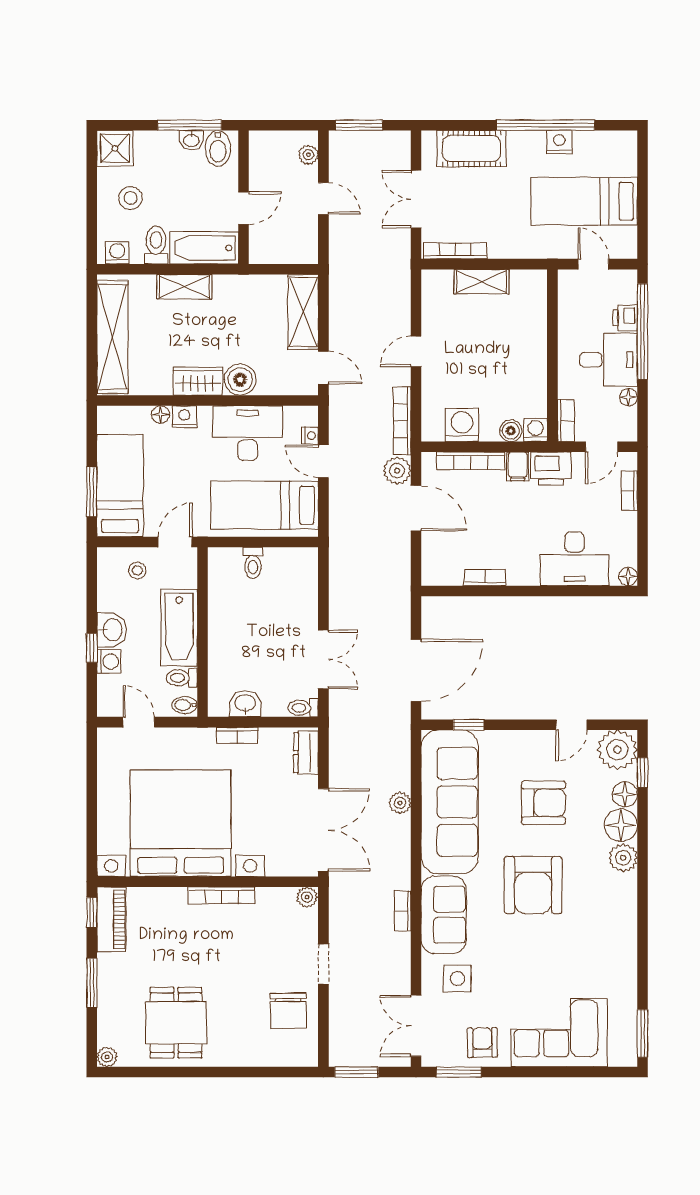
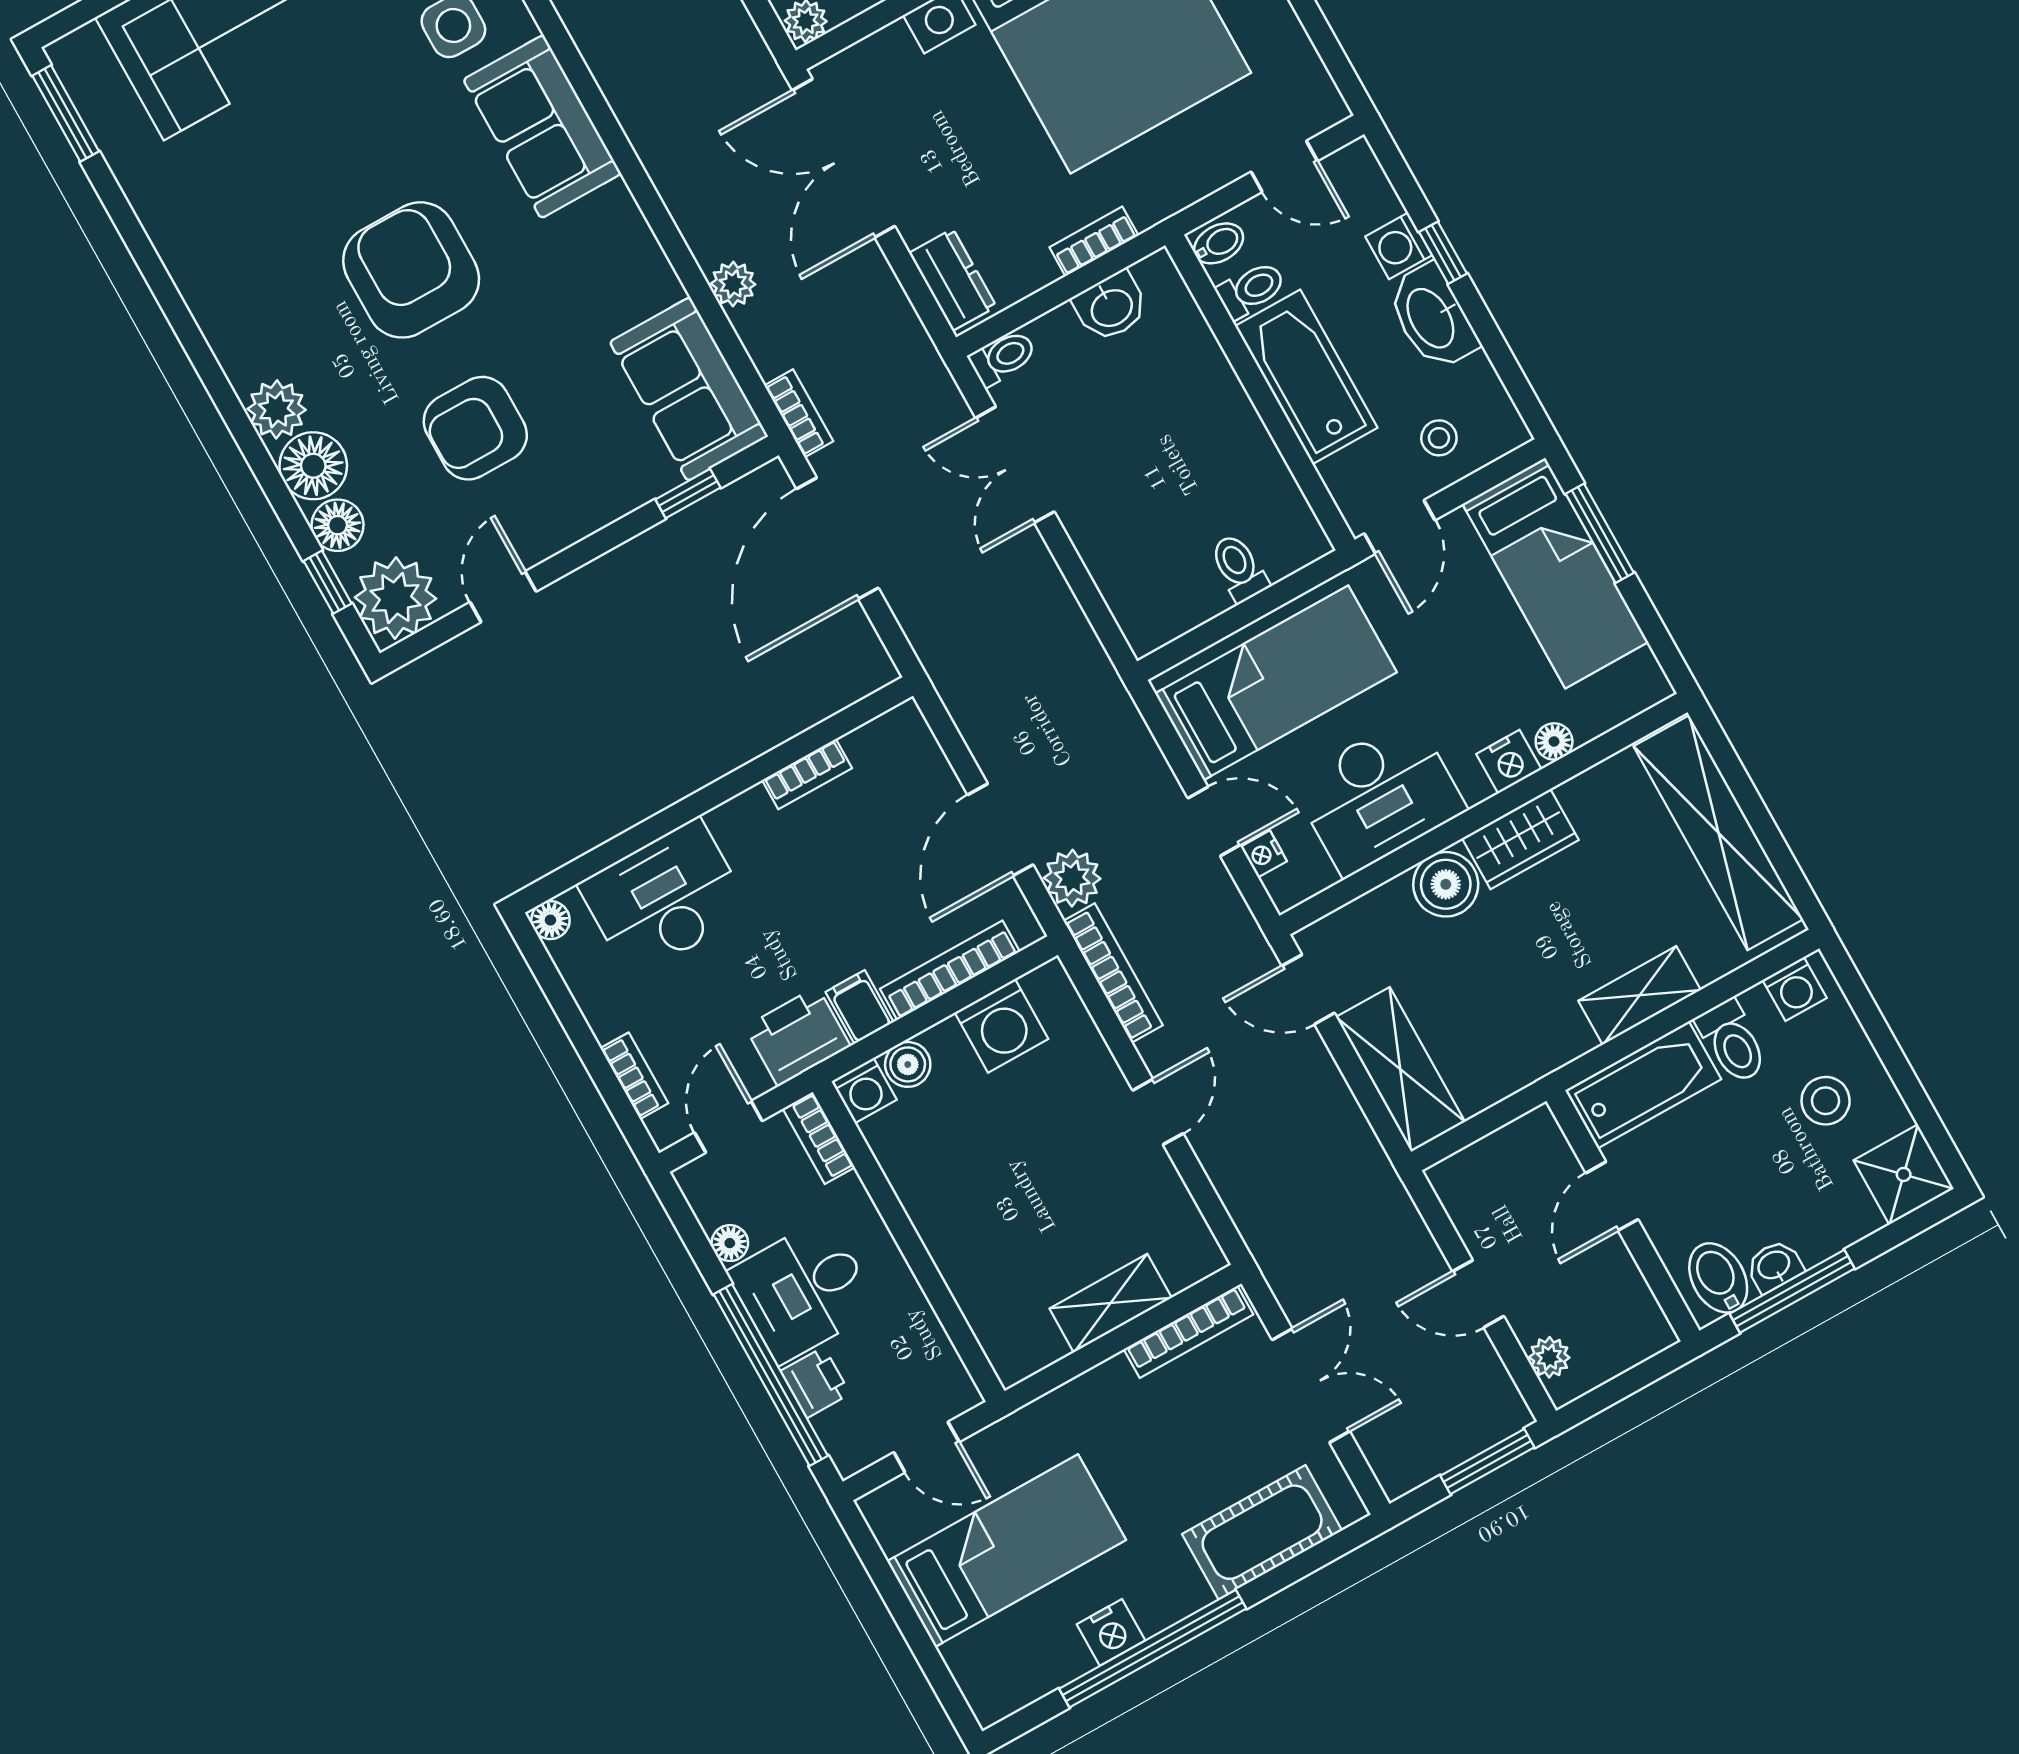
door: (416, 508) -> (1000, 830), hinge flipped
washbasin: (112, 630) -> (1432, 317), width x1.38
sofa: (450, 802) -> (689, 389), width x0.54, depth x0.79
bookcase: (403, 911) -> (799, 413), moved

